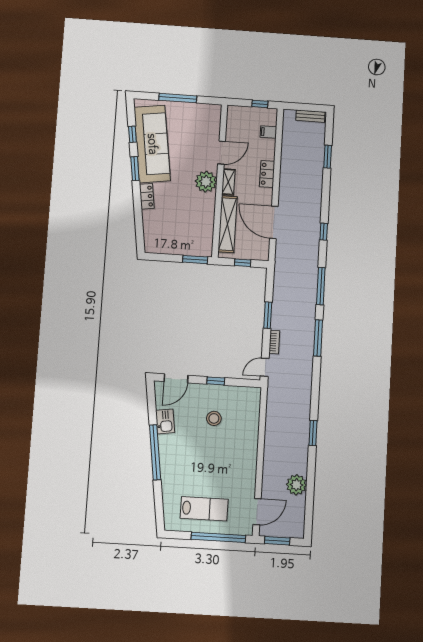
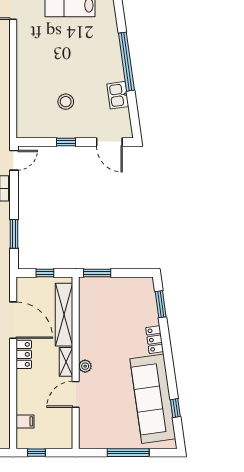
window: (135, 169) -> (161, 304), moved
locker: (267, 174) -> (24, 354), moved
plant: (206, 182) -> (85, 366), width x0.53, depth x0.53
window: (268, 315) -> (14, 234), moved
door: (176, 378) -> (109, 142), swing flipped

